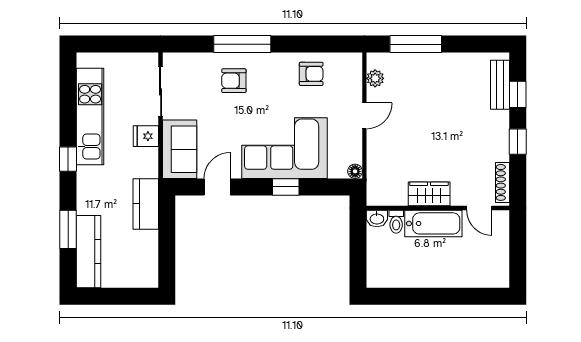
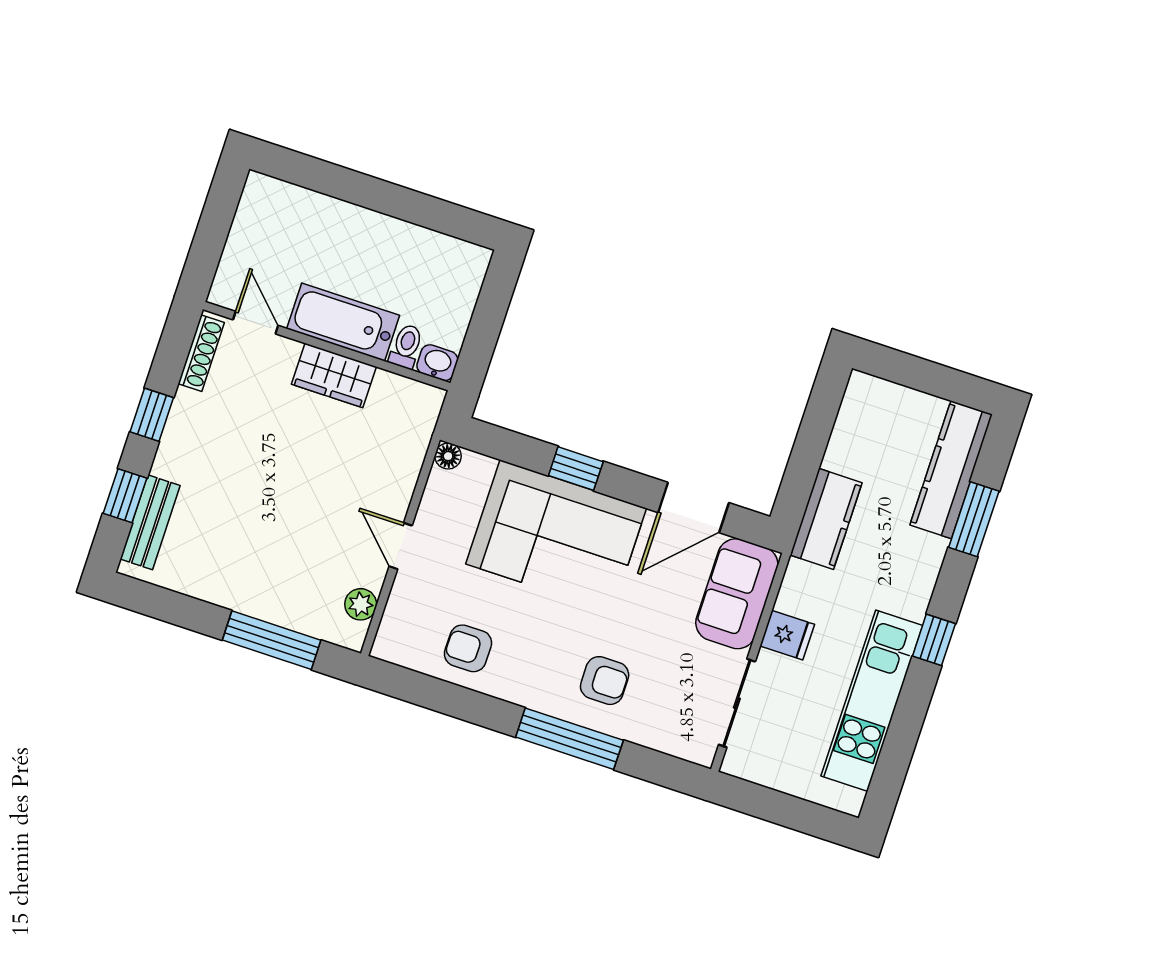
door: (364, 116) -> (401, 546), hinge flipped
door: (217, 187) -> (694, 508), width x1.38

